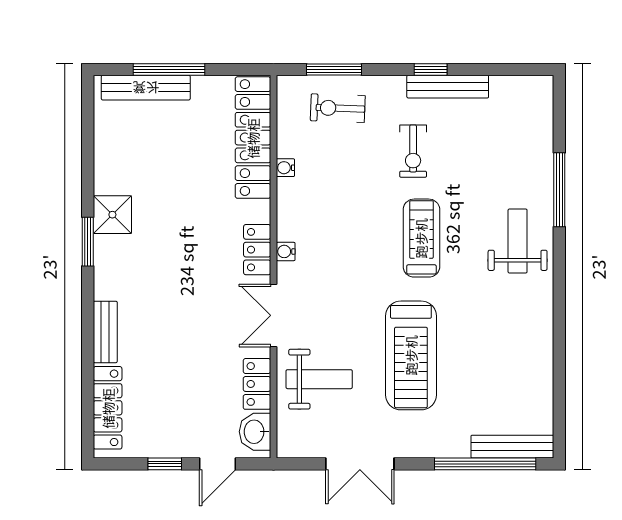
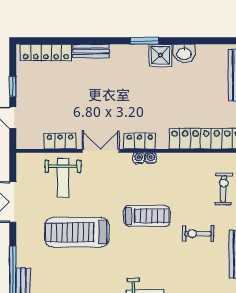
water cooler: (285, 168) -> (151, 158), moved
treadmill: (421, 238) -> (147, 216), moved
washbasin: (255, 432) -> (184, 53), moved, turned 180

